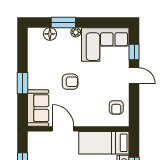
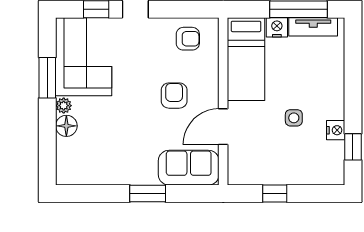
window: (63, 22) -> (47, 78), moved
floor lamp: (50, 34) -> (66, 126), moved
armchair: (70, 82) -> (174, 96), moved

